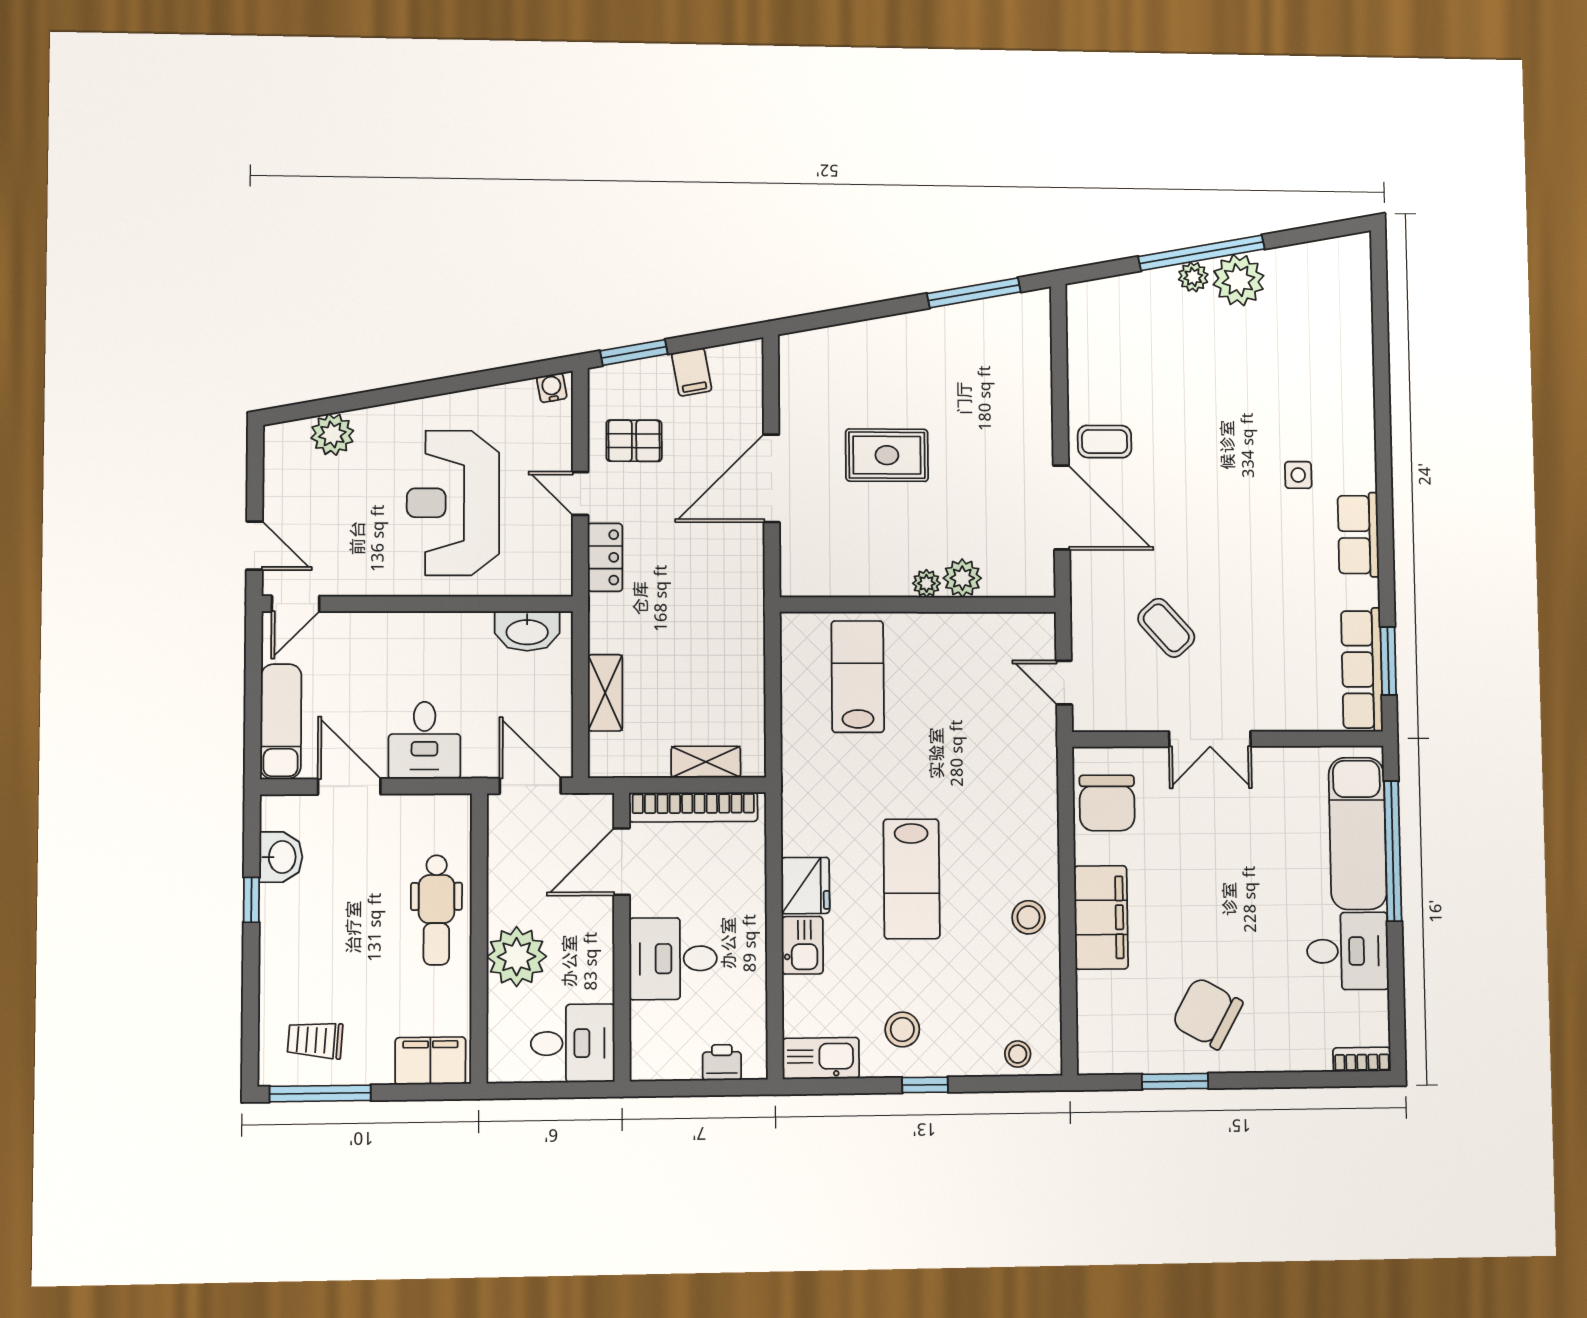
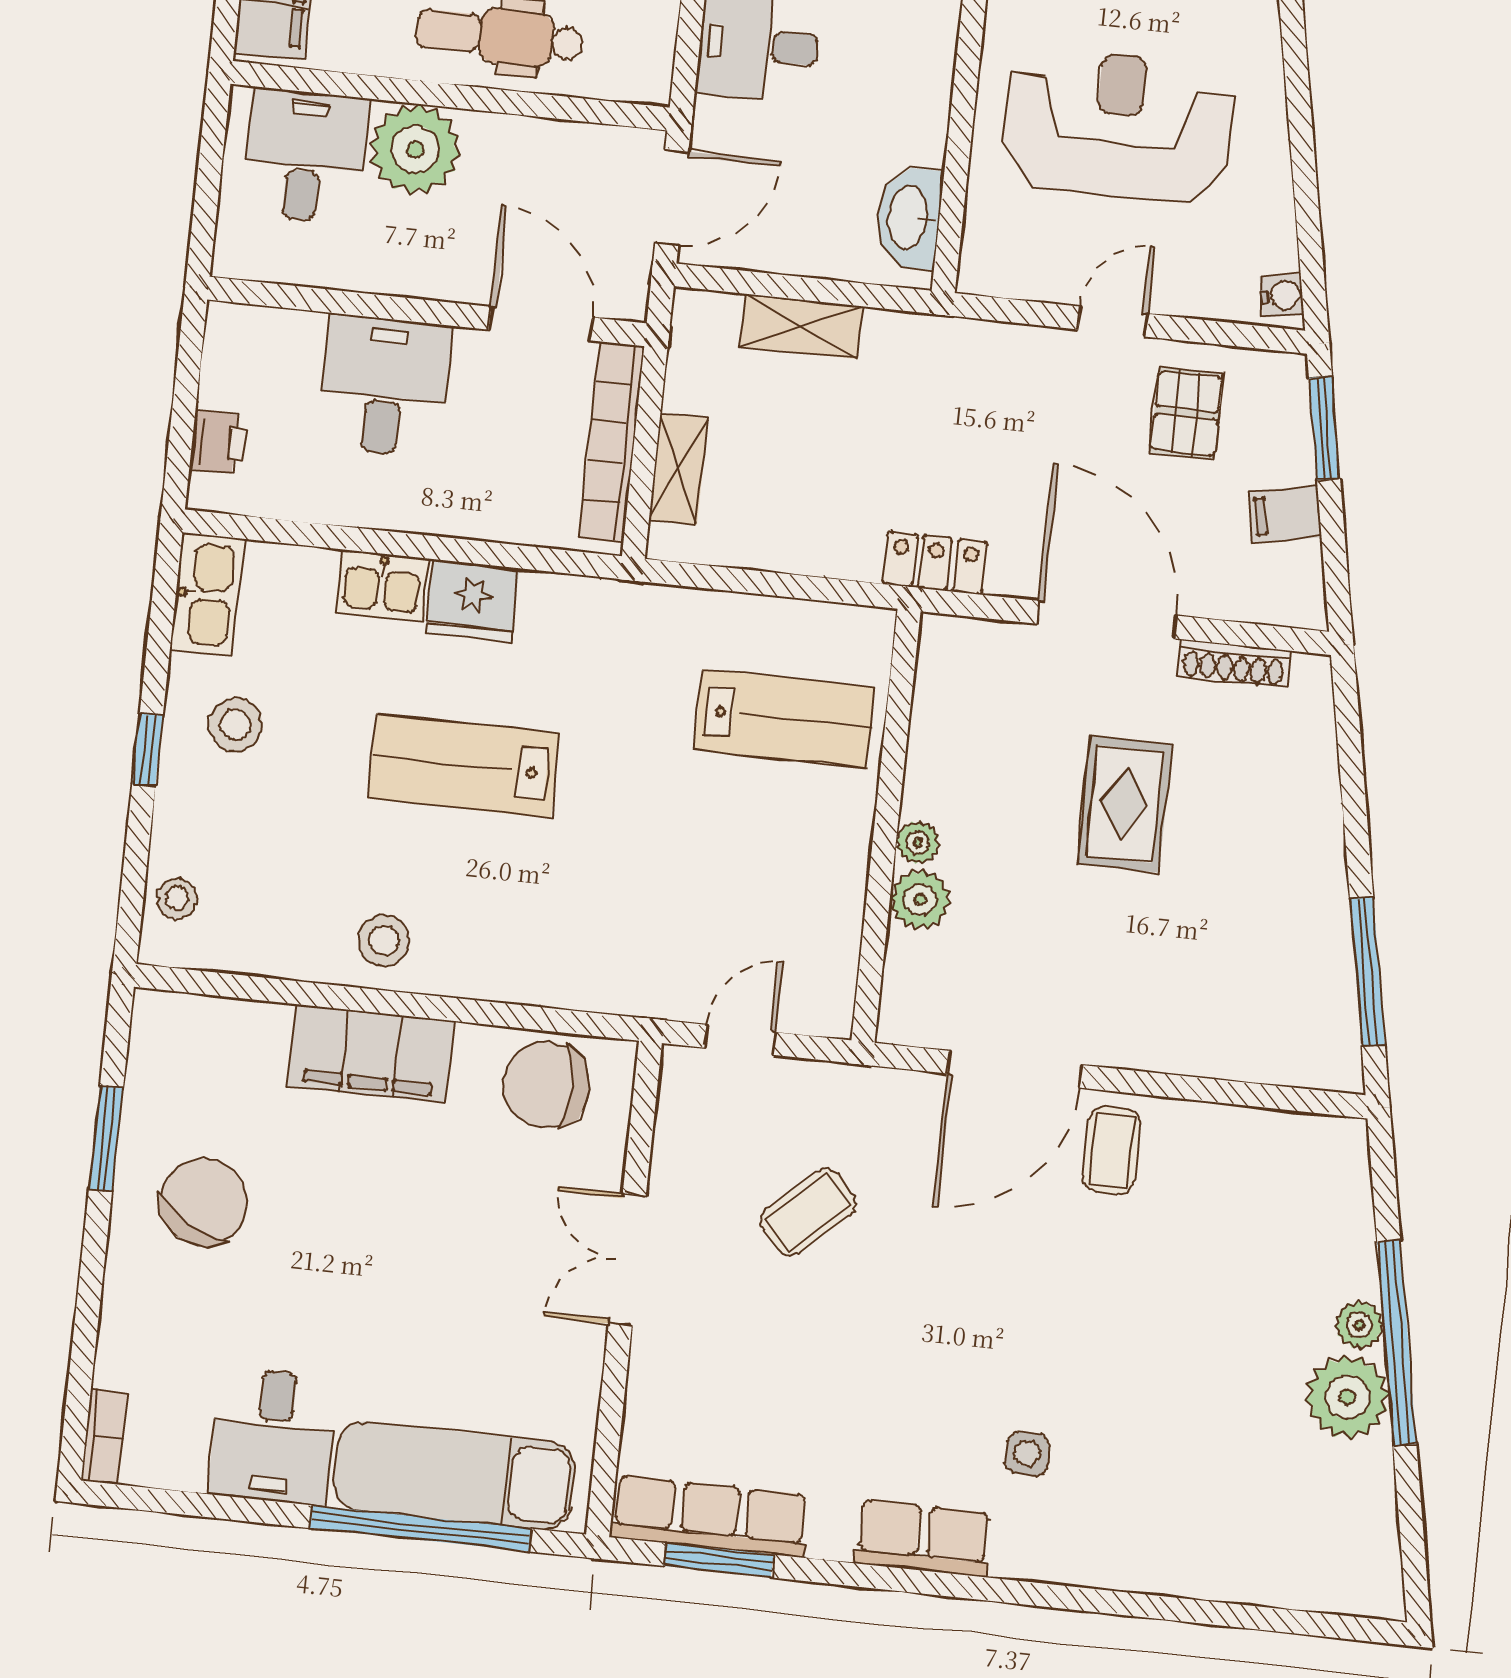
shoe rack: (790, 395) -> (1234, 663), added
locker: (605, 557) -> (935, 563), moved, turned 180
desk: (573, 1043) -> (305, 156), moved, turned 180

